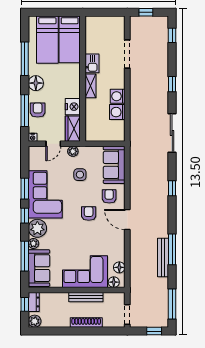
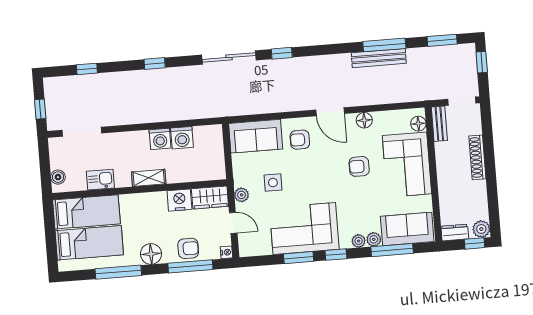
boiler: (96, 21) -> (58, 177), added
window: (172, 35) -> (87, 69), moved
doorway: (127, 54) -> (82, 132), moved
kitchen sink: (92, 63) -> (100, 180), moved
window: (172, 84) -> (155, 63), moved
armchair: (38, 110) -> (188, 248), turned 180
sliding door: (172, 133) -> (229, 57), moved
armchair: (89, 213) -> (359, 166), moved
door: (127, 220) -> (330, 112), hinge flipped
plant: (37, 228) -> (359, 241), width x0.53, depth x0.53
window: (172, 249) -> (384, 45), moved
floor lamp: (119, 267) -> (364, 120), moved
bench: (86, 297) -> (439, 124), moved, width x0.73
window: (25, 304) -> (475, 243), moved
window: (172, 304) -> (442, 40), width x0.69

